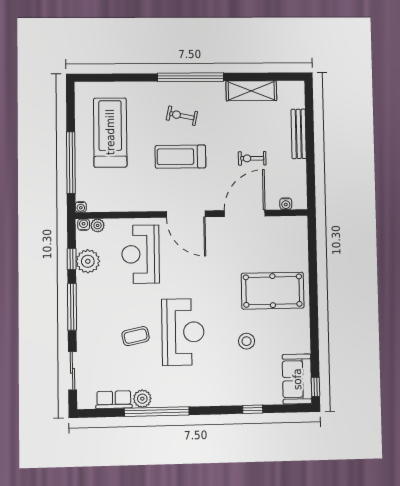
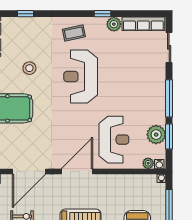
door: (186, 214) -> (77, 171), hinge flipped
window: (72, 259) -> (169, 137), width x1.50
coffee table: (136, 336) -> (74, 33), moved
row of seats: (114, 400) -> (143, 24), width x1.48
window: (157, 412) -> (102, 14), width x0.32

